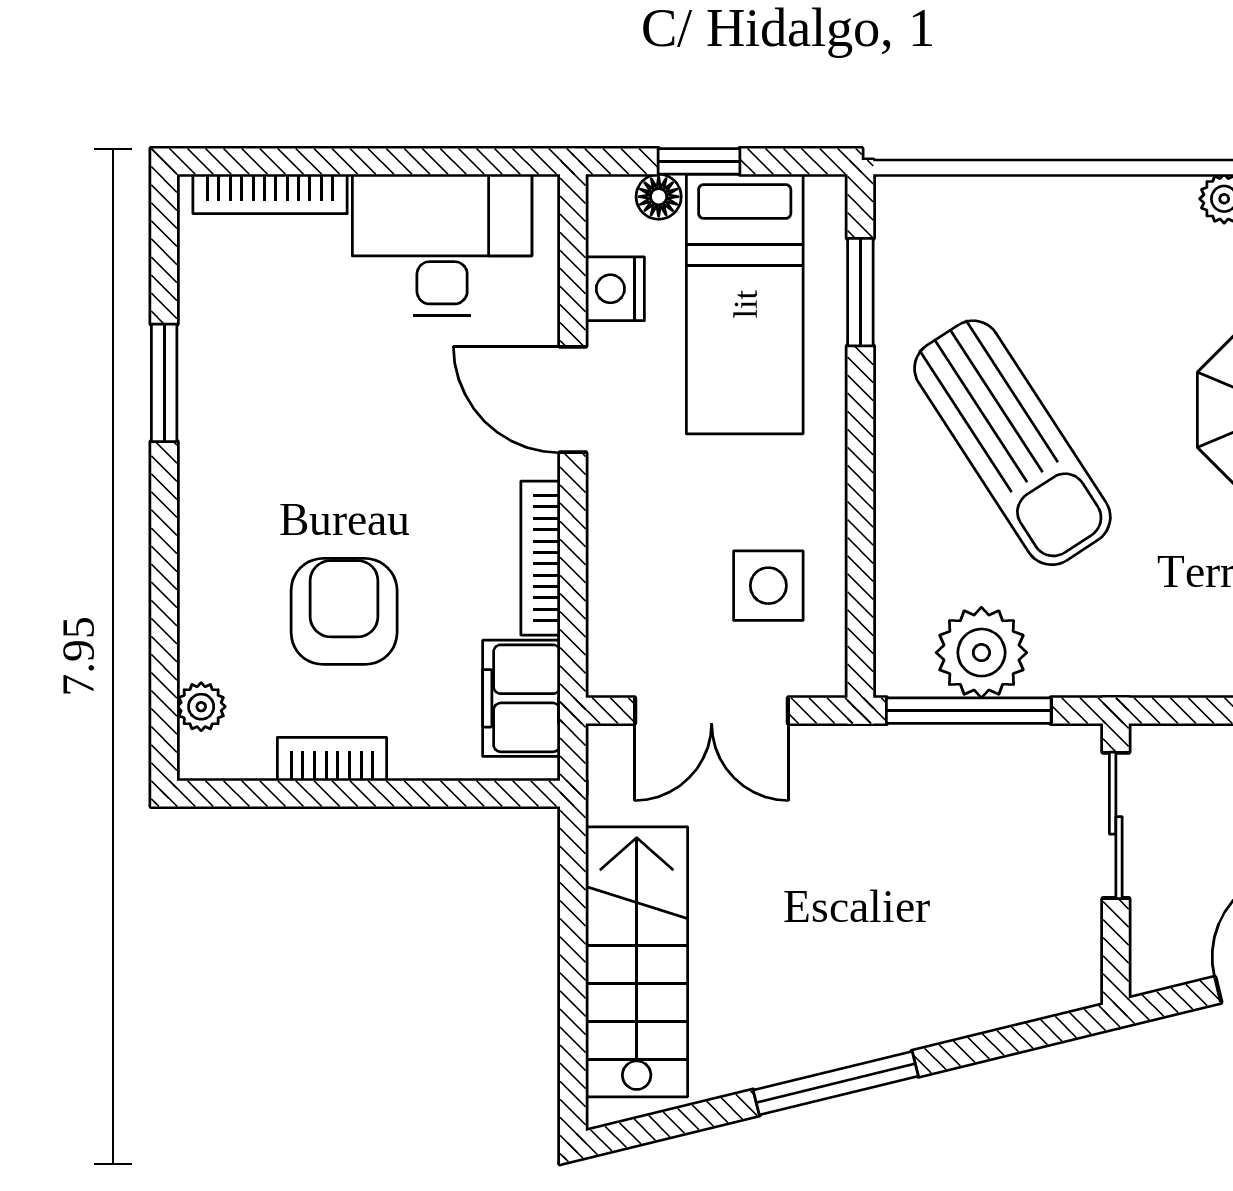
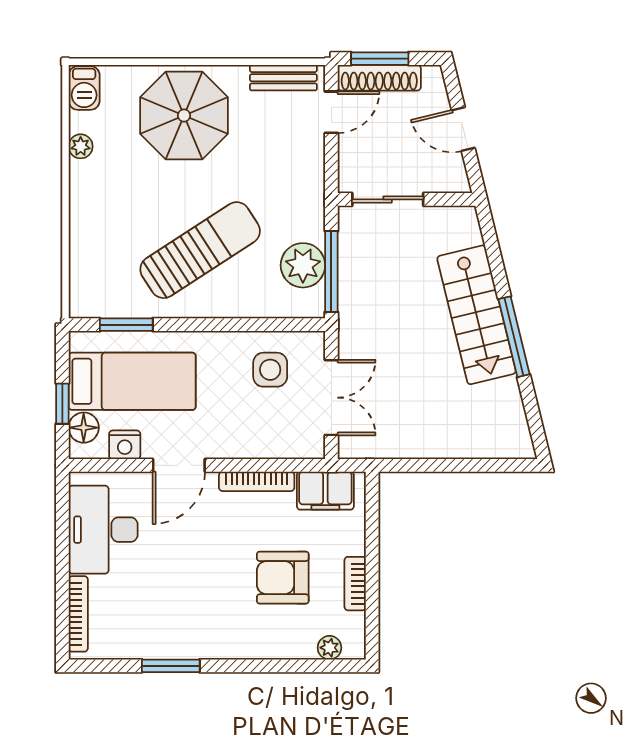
floor lamp: (659, 197) -> (84, 428), width x1.37, depth x1.37
stairs: (637, 962) -> (476, 315), moved, turned -104

